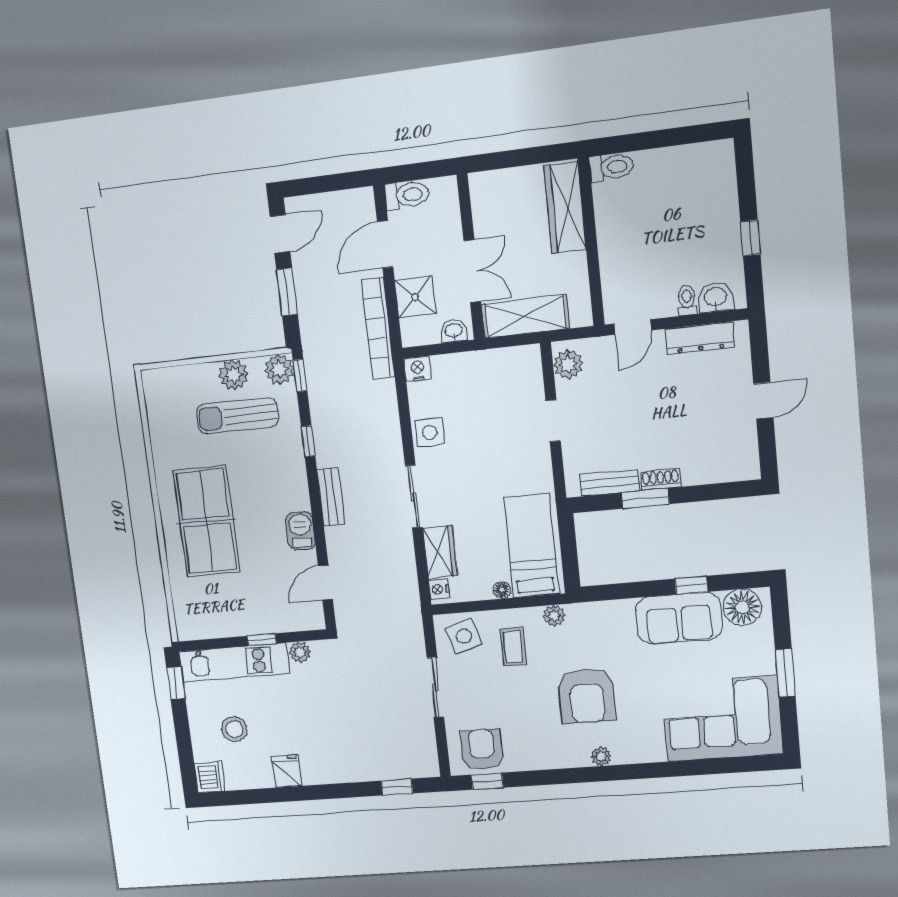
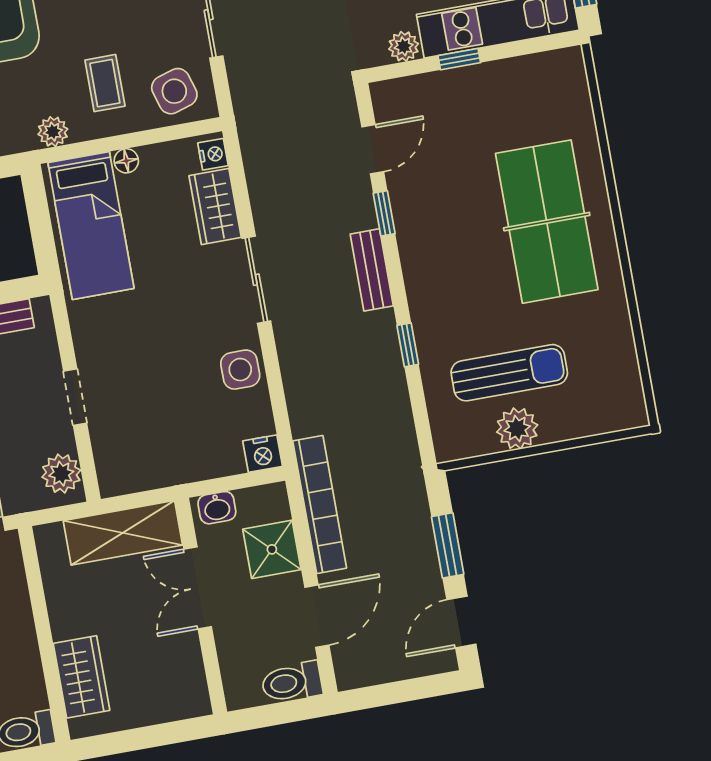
wardrobe: (565, 207) -> (82, 677), width x0.67
plant: (279, 369) -> (453, 440), removed
window: (300, 375) -> (384, 213), moved
barbecue: (300, 531) -> (412, 219), removed

